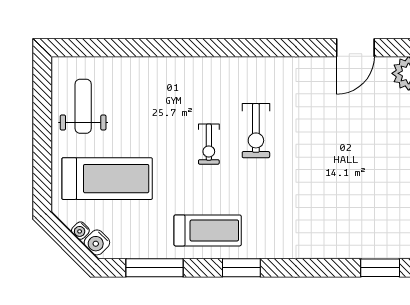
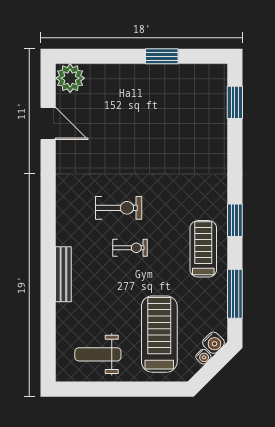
bench: (178, 66) -> (63, 274), added

